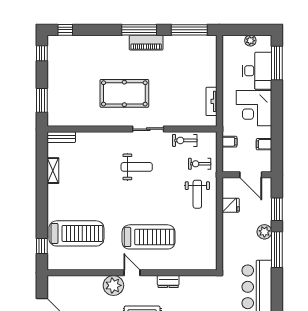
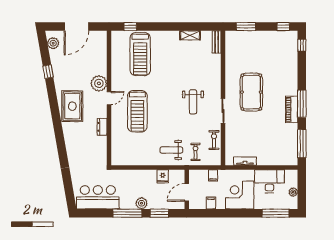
desk: (257, 71) -> (269, 181), moved, turned 180

